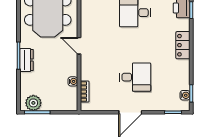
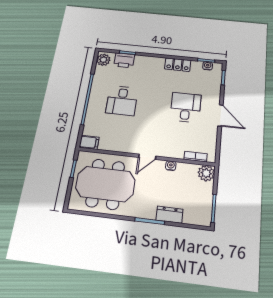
locker: (183, 45) -> (178, 65), moved
dresser: (27, 60) -> (169, 215), moved
water cooler: (73, 81) -> (171, 166), moved
plant: (33, 103) -> (206, 173), moved

